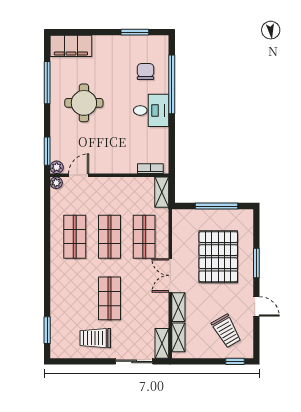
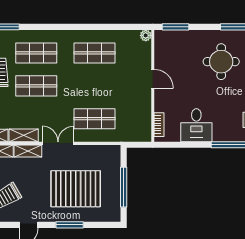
desk: (151, 110) -> (196, 125), moved
plant: (57, 167) -> (160, 36), removed
door: (79, 175) -> (153, 79), moved
shelving: (162, 192) -> (24, 135), moved
shop shelf: (109, 237) -> (36, 53), moved

